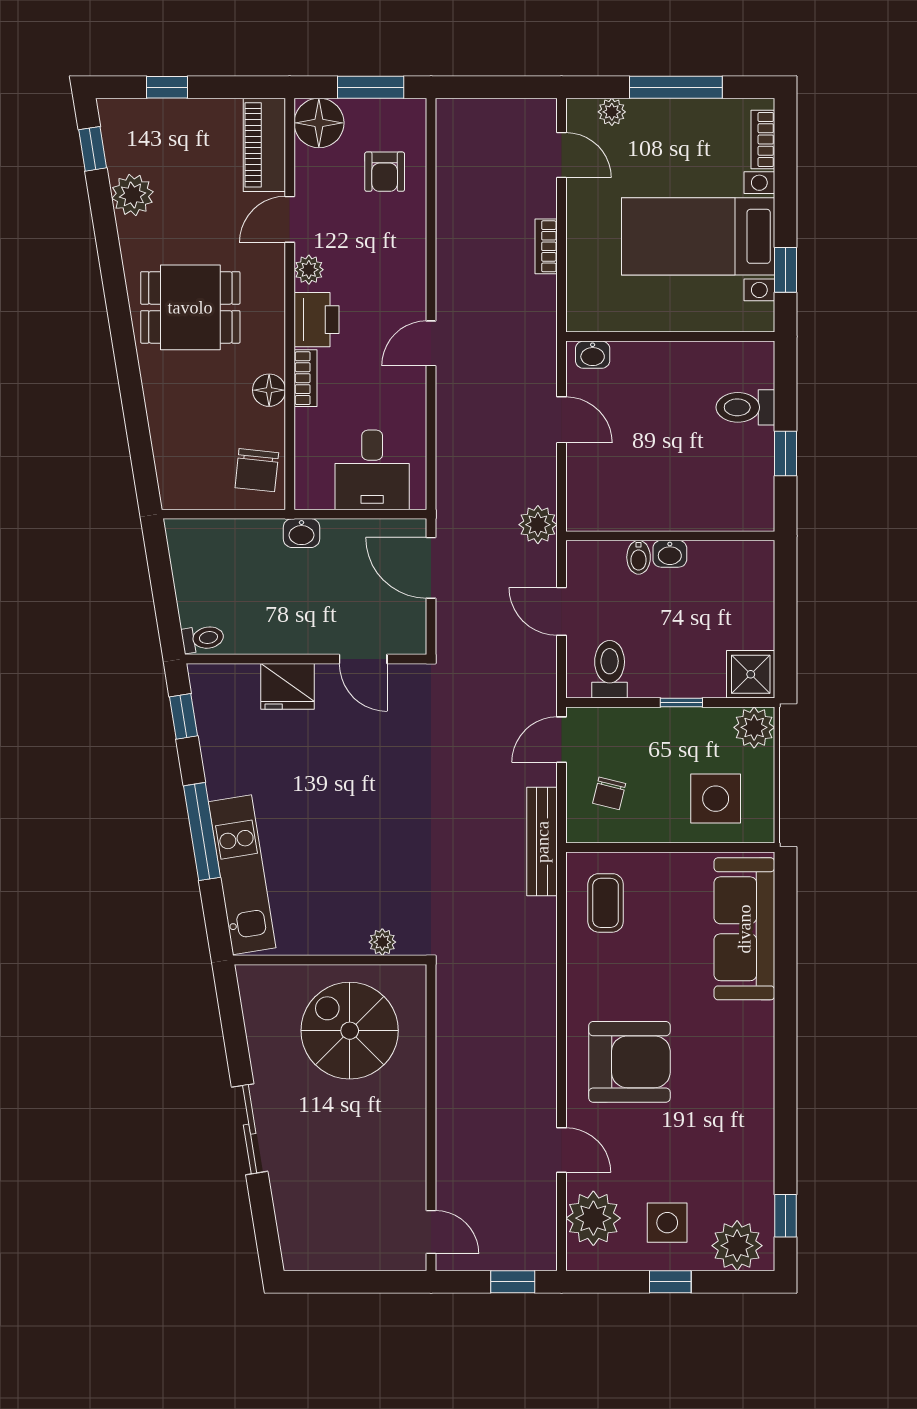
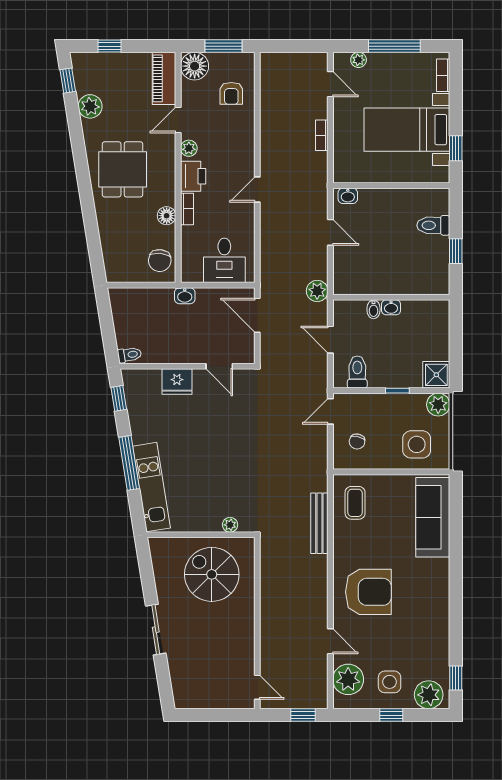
dining table: (190, 307) -> (123, 169), turned 90
bench: (542, 842) -> (319, 523), moved

